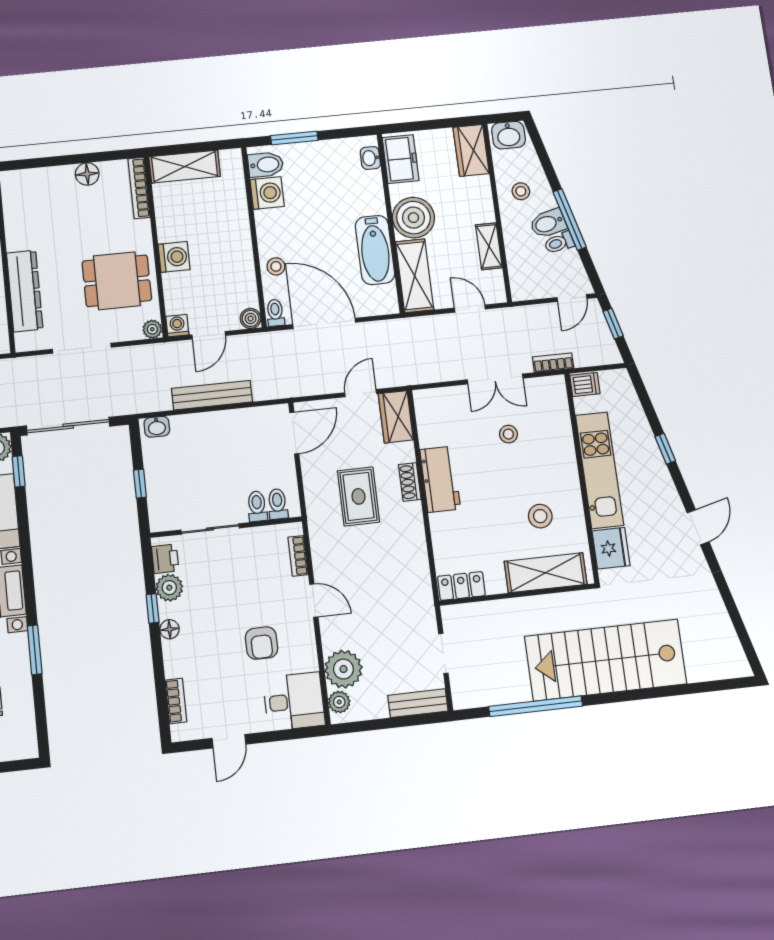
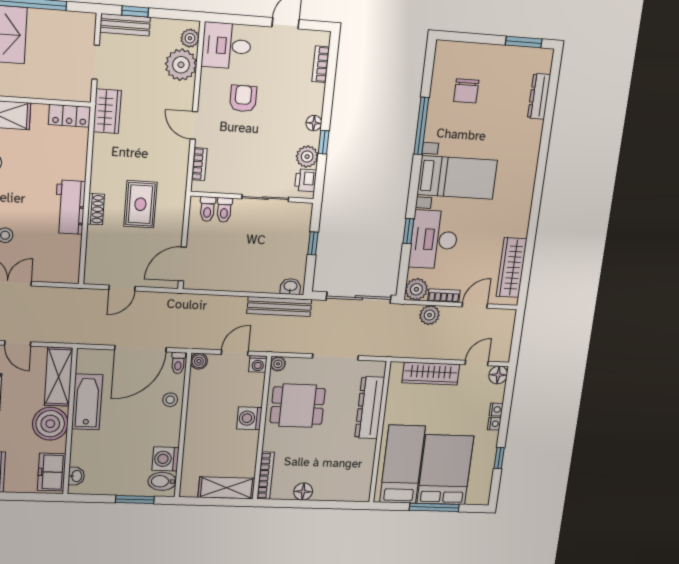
door: (324, 323) -> (140, 349), hinge flipped
bench: (212, 395) -> (279, 306), moved
wardrobe: (396, 417) -> (107, 111), moved
window: (19, 471) -> (408, 231), moved
window: (35, 650) -> (421, 126), width x1.44
window: (409, 721) -> (135, 11), added

